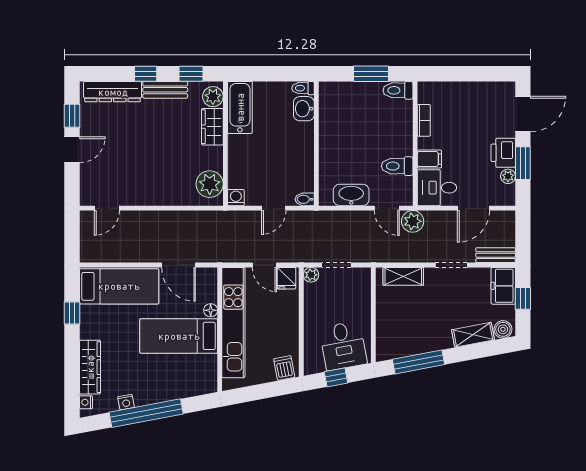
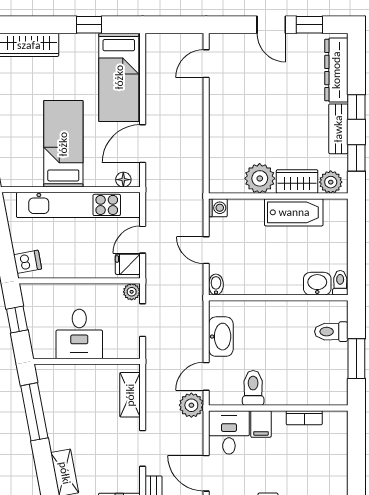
toilet: (398, 90) -> (331, 332), moved, turned -90
bathtub: (240, 107) -> (294, 212), moved
plant: (210, 184) -> (260, 178), moved
door: (107, 208) -> (206, 64), hinge flipped
floor lamp: (211, 310) -> (123, 180), moved
desk: (343, 346) -> (79, 334), moved, turned -79

